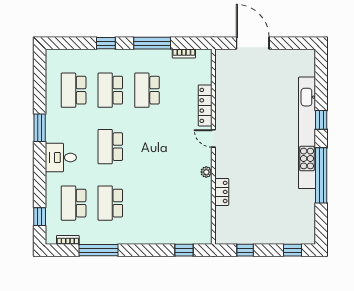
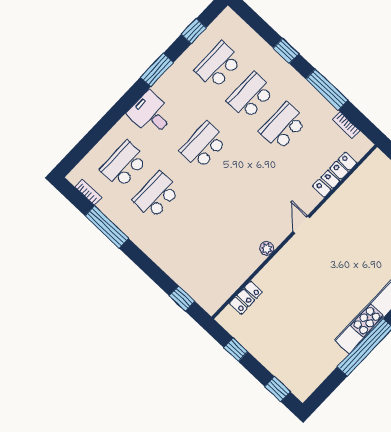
locker: (205, 105) -> (335, 175), moved
locker: (222, 192) -> (246, 298), moved
window: (40, 217) -> (194, 31), moved

